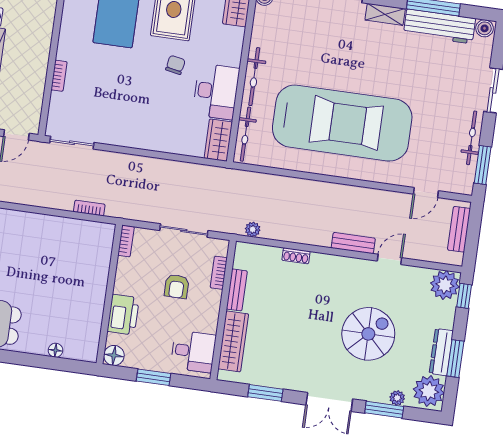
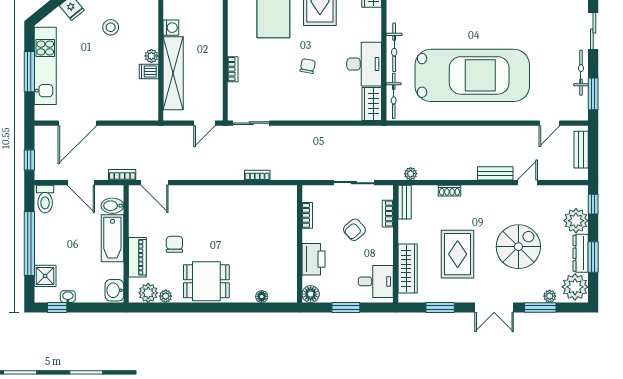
chair: (175, 65) -> (308, 66), moved
bookcase: (89, 208) -> (257, 175), moved
bookcase: (126, 241) -> (307, 215), moved
plant: (445, 285) -> (576, 221), moved
armchair: (177, 286) -> (354, 230), turned 49
bench: (237, 290) -> (405, 202), moved
rug: (295, 333) -> (458, 254), added

